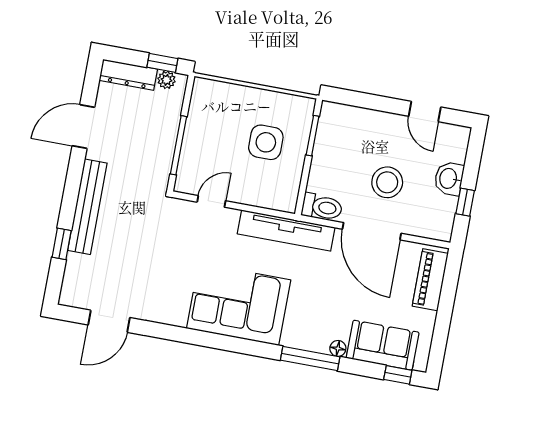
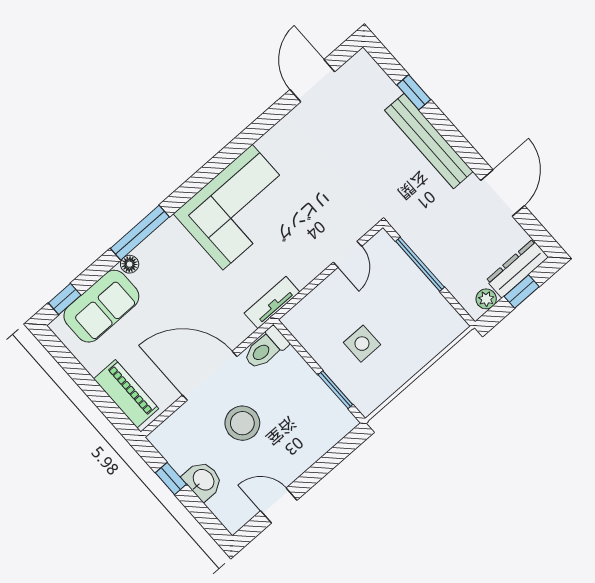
window: (162, 63) -> (522, 291), moved
side table: (266, 142) -> (362, 344), width x0.73, depth x0.73
tv unit: (286, 230) -> (272, 303), width x0.52, depth x0.78

